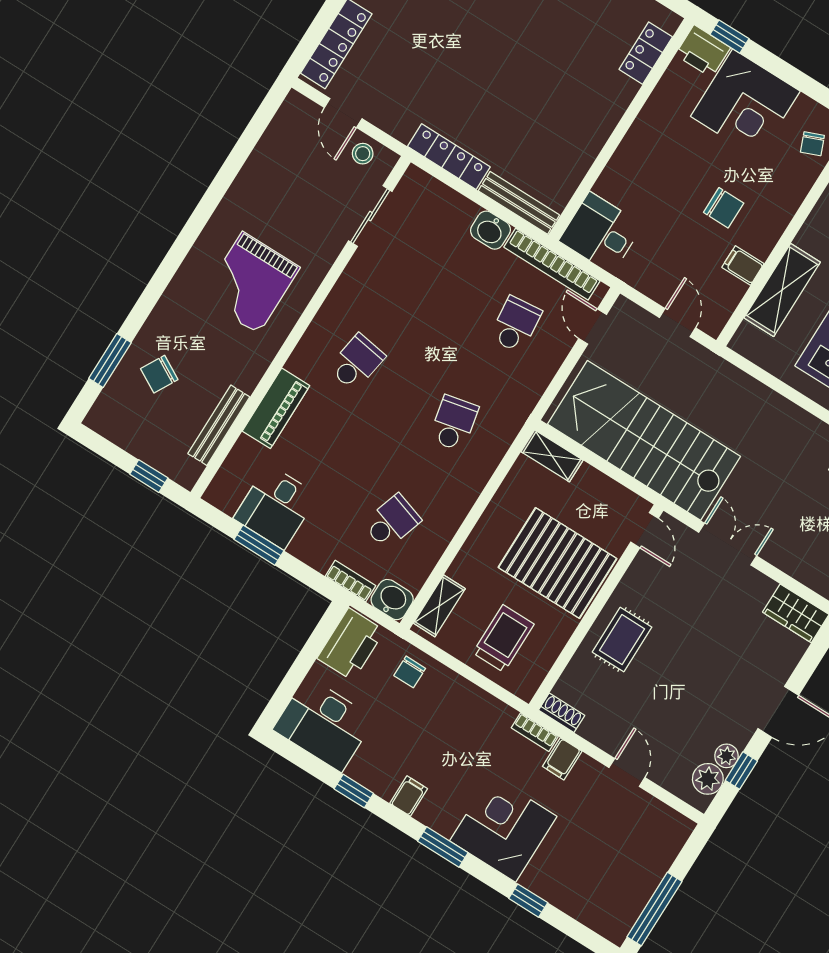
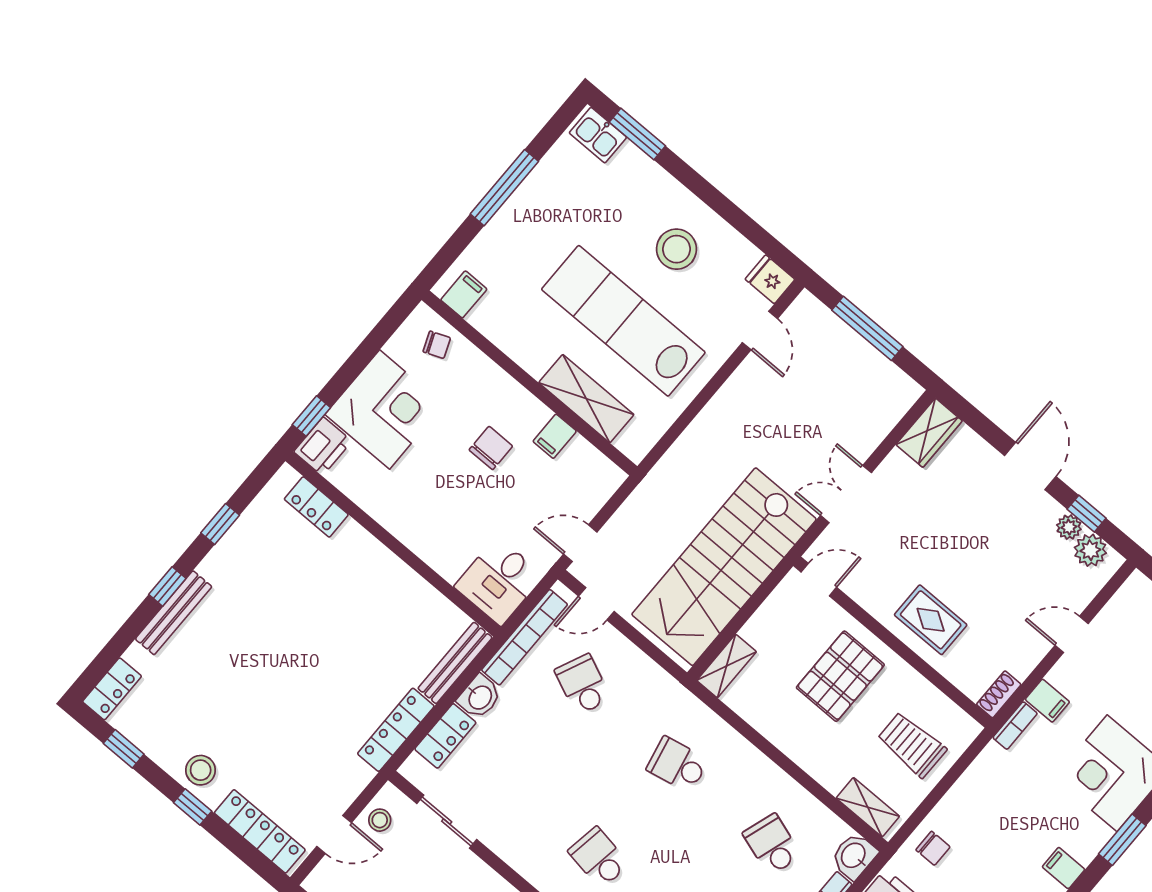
locker: (450, 204) -> (445, 736), added
door: (678, 323) -> (580, 543), moved
school desk: (516, 324) -> (583, 685), turned 30
pallet: (558, 563) -> (840, 676), width x0.73, depth x0.71

